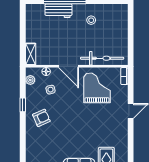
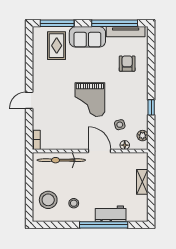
stool: (114, 23) -> (48, 200), added
shelving: (31, 54) -> (142, 182), moved
grand piano: (97, 88) -> (90, 100), moved
armchair: (41, 118) -> (127, 64), moved, turned 114

